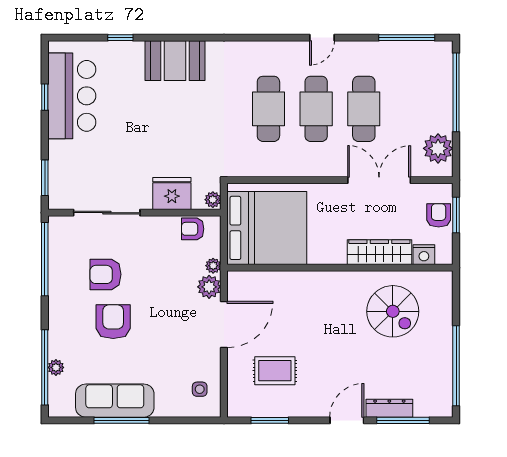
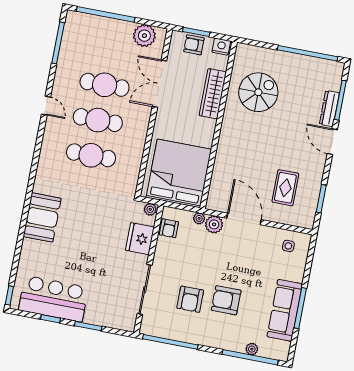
window: (120, 38) -> (9, 295), moved
window: (45, 178) -> (88, 326), moved
nightstand: (424, 255) -> (221, 47), moved, turned -90

